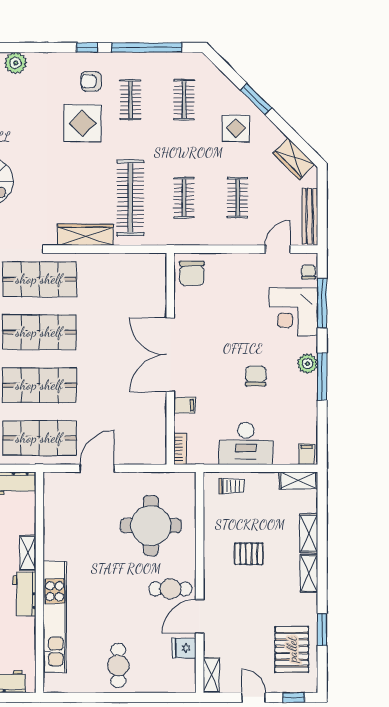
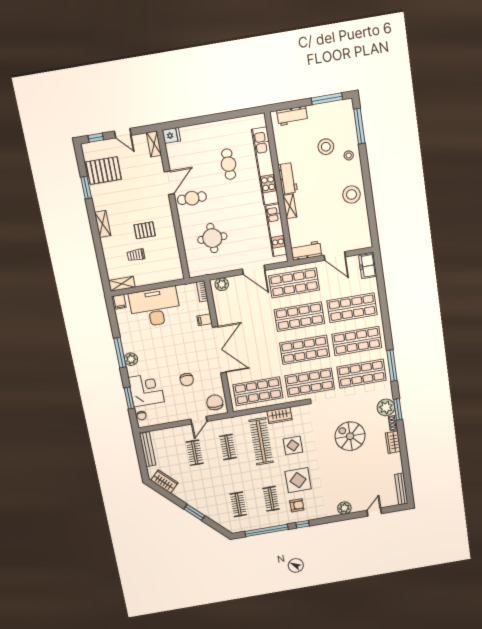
display table: (236, 128) -> (293, 445), moved
wardrobe: (86, 235) -> (280, 415), width x0.67
door: (278, 249) -> (199, 420), moved
shop shelf: (122, 279) -> (258, 391), added
window: (322, 303) -> (129, 398), width x0.69
chair: (256, 376) -> (187, 380), moved
desk: (246, 443) -> (155, 307), width x1.36, depth x1.30
plant: (149, 455) -> (222, 284), added
door: (97, 468) -> (254, 270), hinge flipped
trolley: (232, 486) -> (136, 255), moved
kitchen unit: (54, 521) -> (276, 230), added
round table: (151, 526) -> (212, 238), width x0.73, depth x0.73
shelving: (309, 533) -> (108, 251), removed
fridge: (184, 648) -> (171, 135), moved
pallet: (292, 649) -> (104, 171), turned 90
cafe table: (118, 665) -> (229, 164), moved

